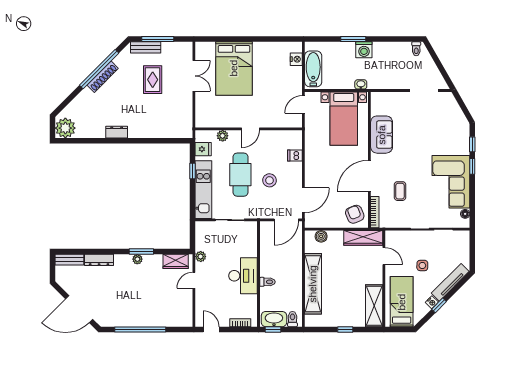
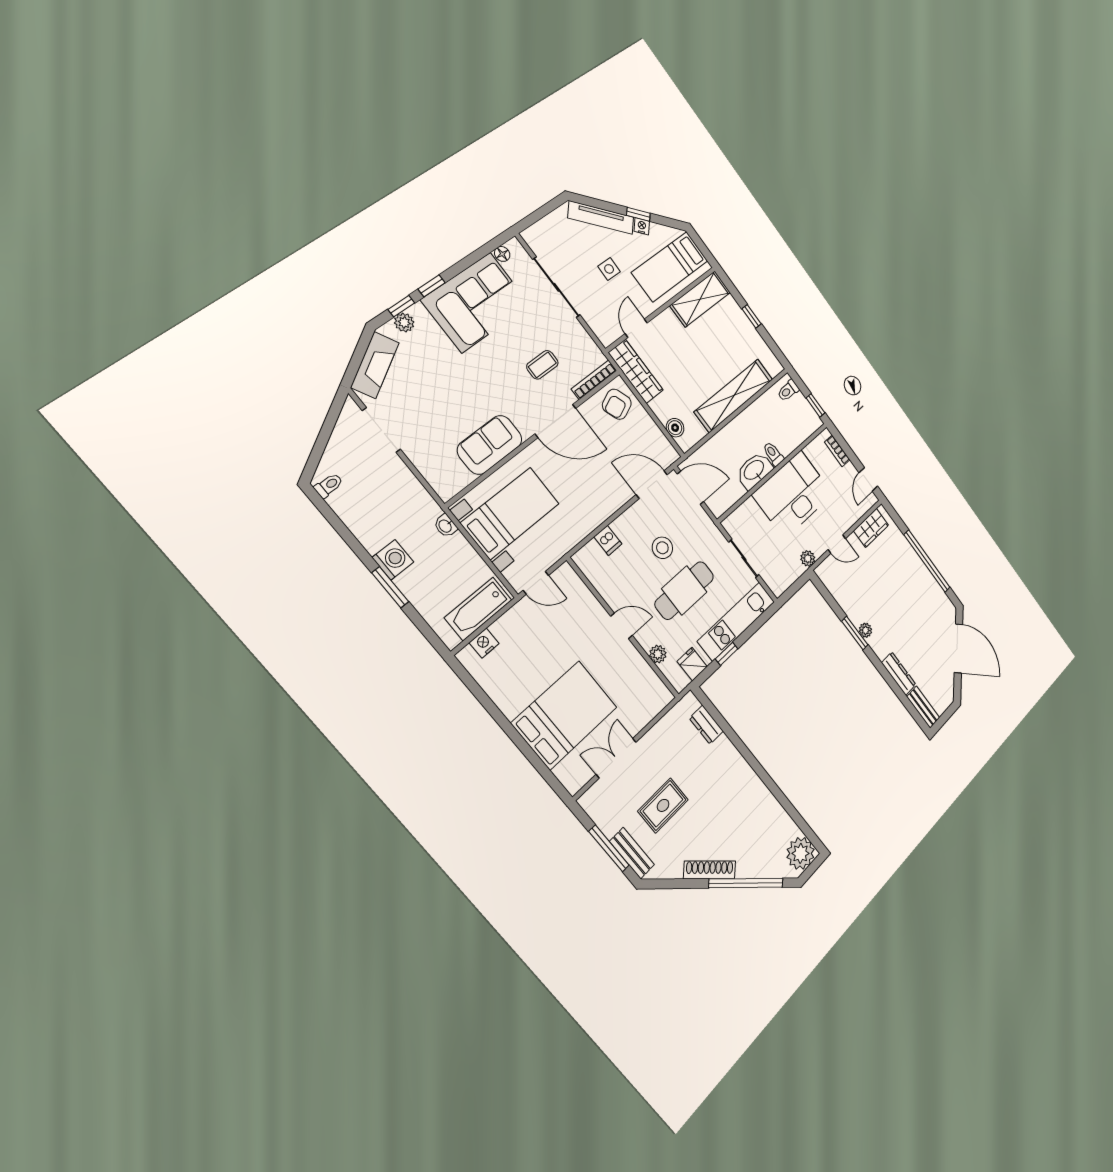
window: (99, 69) -> (746, 883), moved
fireplace: (454, 111) -> (375, 365), added
dresser: (117, 132) -> (706, 725), moved
plant: (464, 140) -> (404, 323), added
wardrobe: (176, 261) -> (871, 528), moved, turned 90
desk: (243, 276) -> (793, 494), width x1.36, depth x1.30
washbasin: (274, 319) -> (754, 470), moved, turned 90

